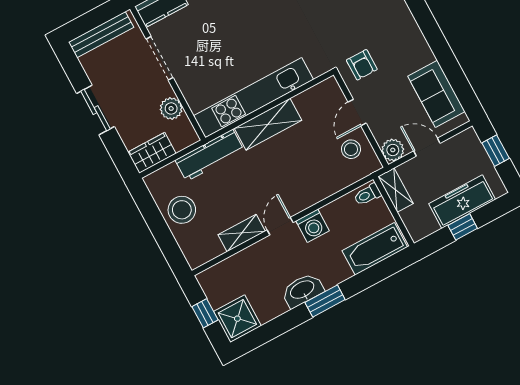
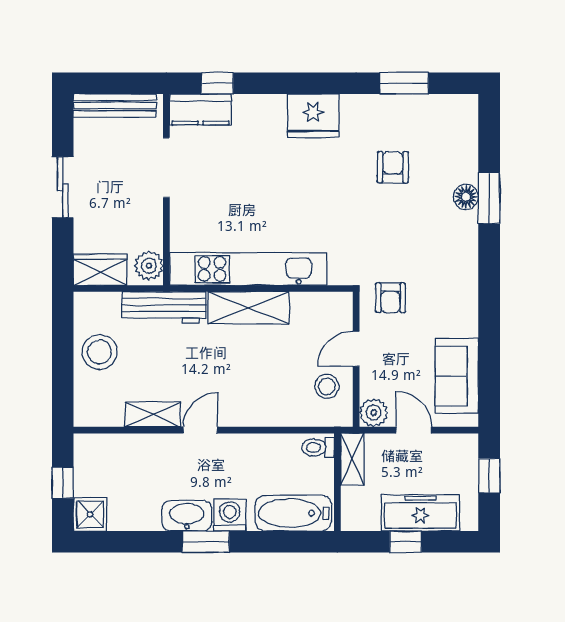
plant: (171, 108) -> (149, 266), moved
washing machine: (313, 226) -> (230, 515), moved, turned 180
shower: (237, 319) -> (90, 514), width x0.73, depth x0.73

